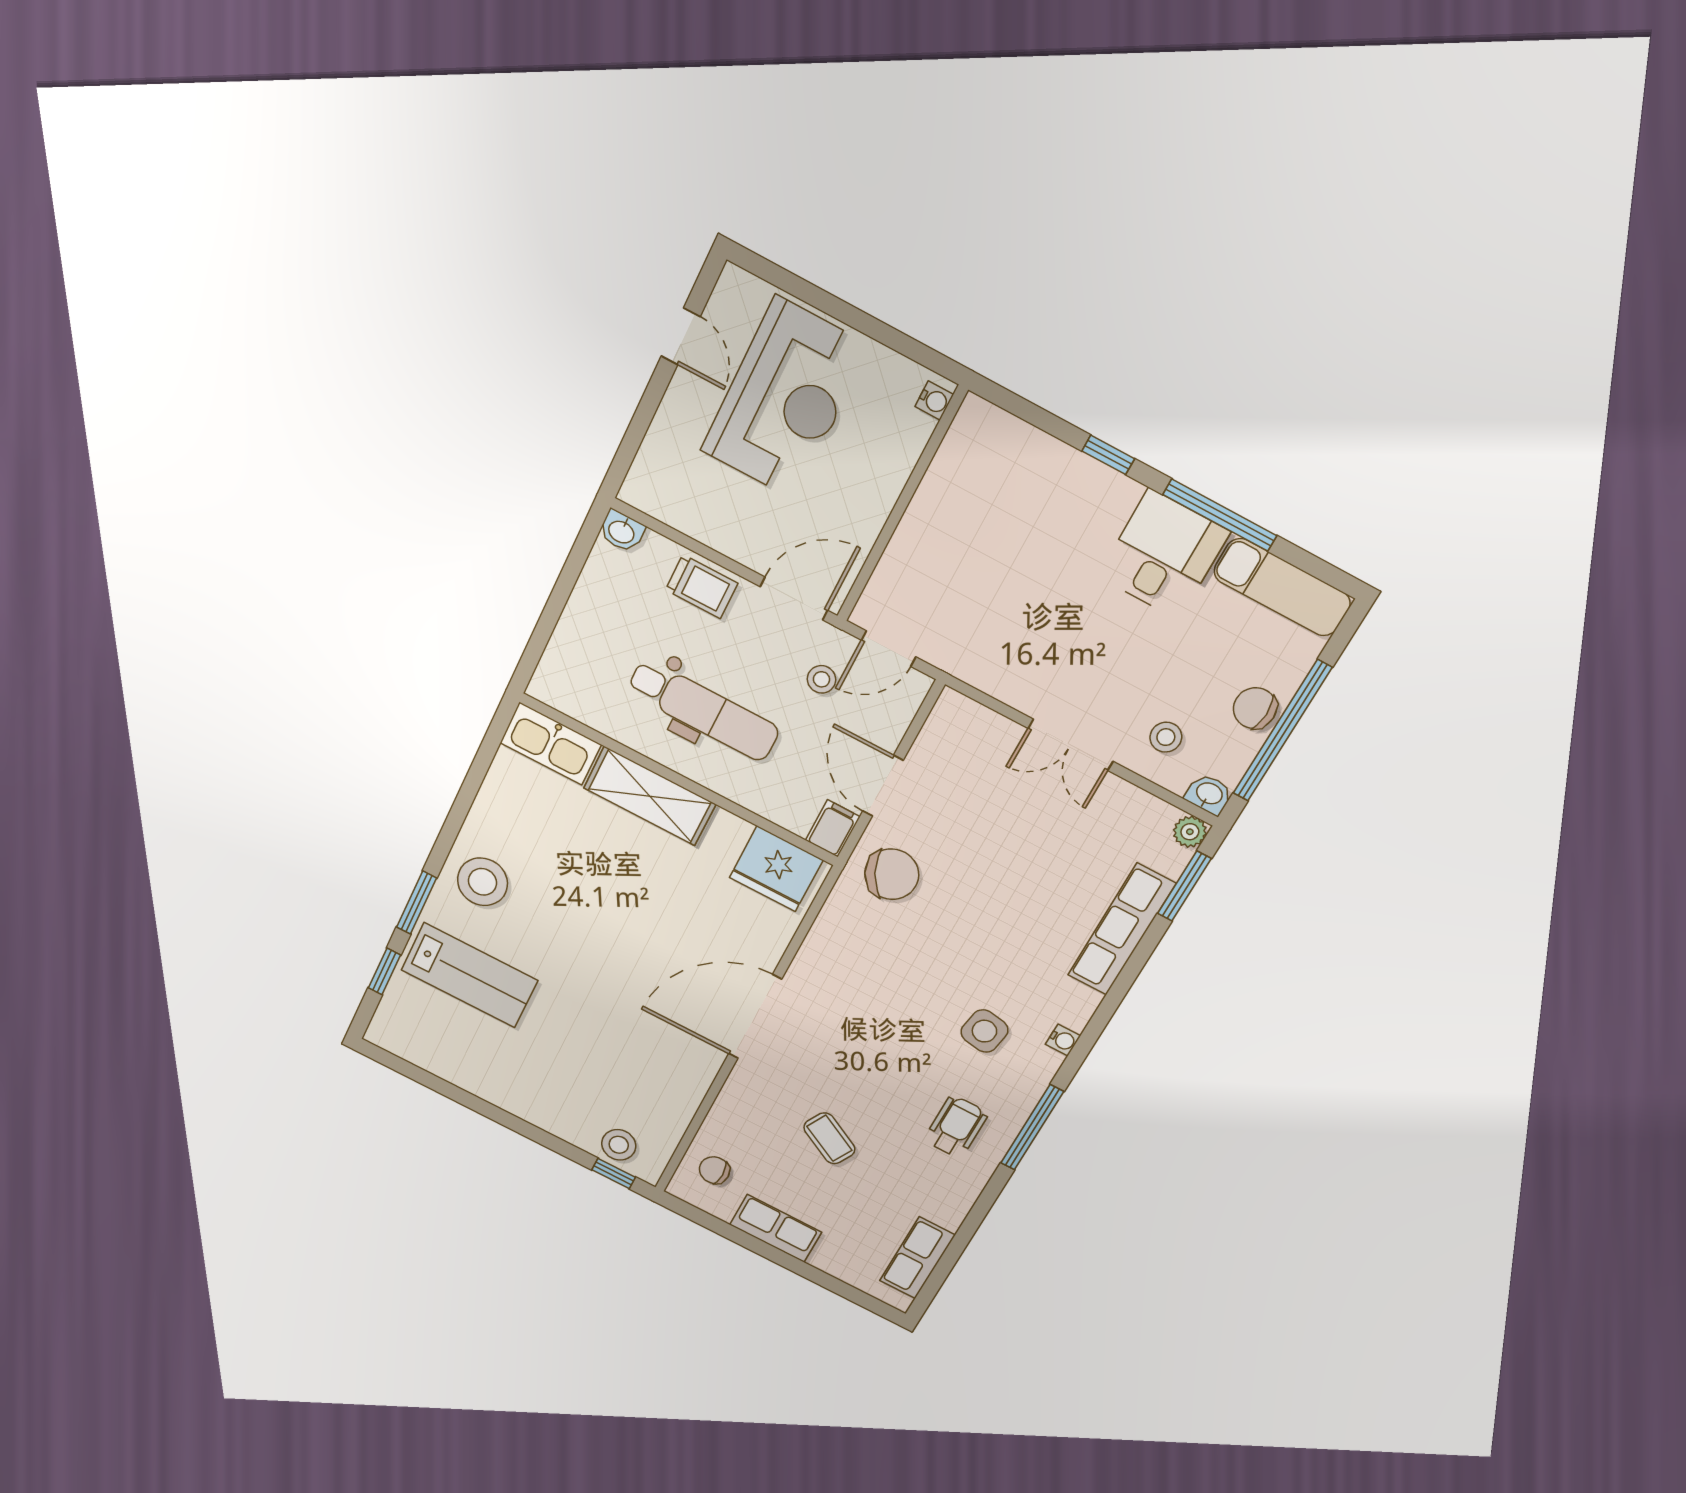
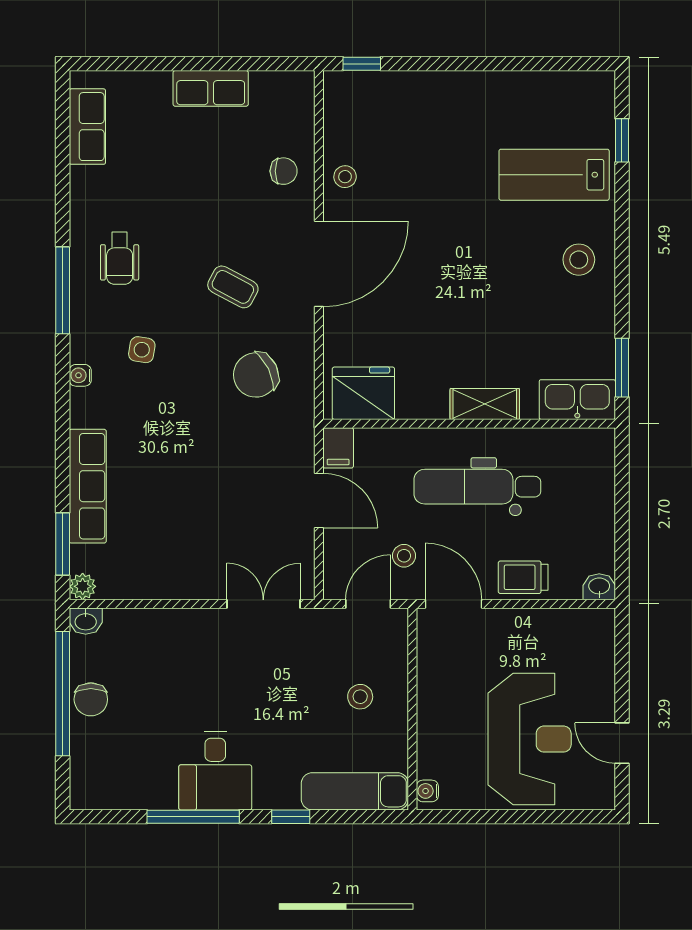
reception desk: (785, 399) -> (530, 739), turned 180
exam couch: (1282, 587) -> (355, 791), moved
door: (794, 598) -> (453, 604), swing flipped
chair: (1255, 708) -> (91, 699), turned 89
stool: (1166, 737) -> (360, 697), moved
double door: (1071, 745) -> (263, 604), moved
shelving: (650, 796) -> (485, 404), width x0.67, depth x0.75
chair: (892, 874) -> (256, 375), moved
stool: (483, 882) -> (579, 260), width x0.73, depth x0.73
window: (417, 903) -> (622, 368), moved
side table: (984, 1031) -> (142, 350), width x0.73, depth x0.73
coffee table: (829, 1138) -> (233, 287), moved
stool: (619, 1145) -> (345, 177), moved, width x0.73, depth x0.73
chair: (714, 1170) -> (284, 171), moved

